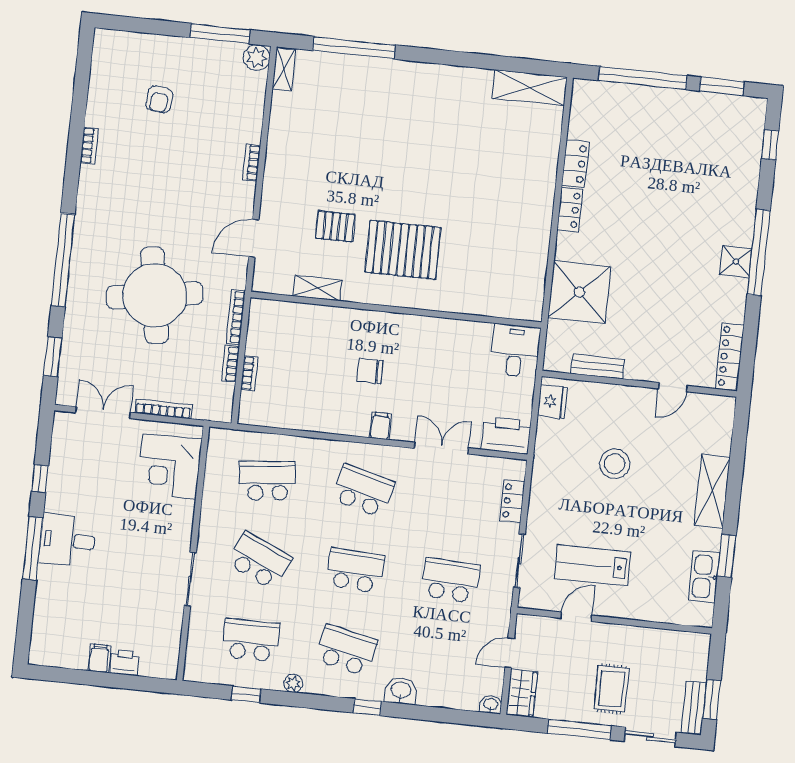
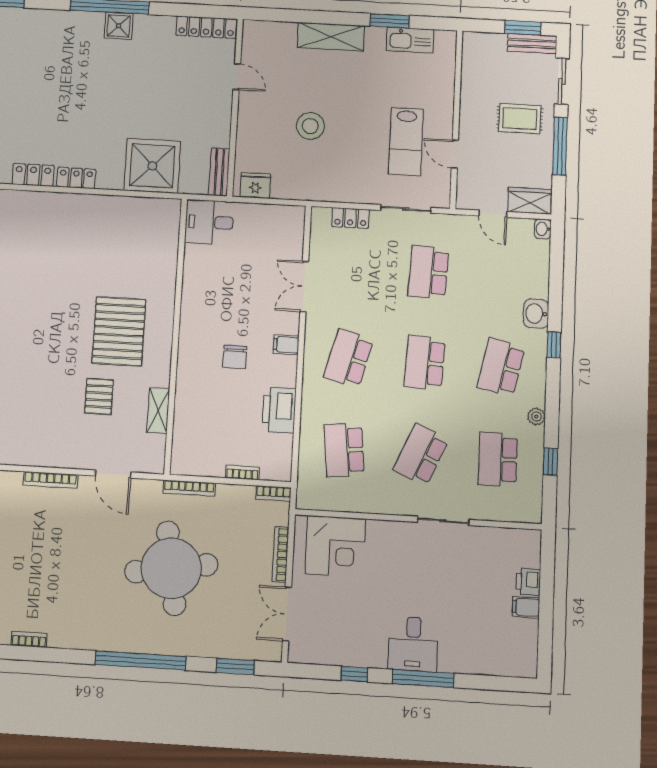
bookcase: (252, 163) -> (50, 480), width x1.56
bookcase: (230, 364) -> (273, 493), moved
bench: (598, 367) -> (219, 172), moved
printer: (506, 435) -> (279, 410), moved

